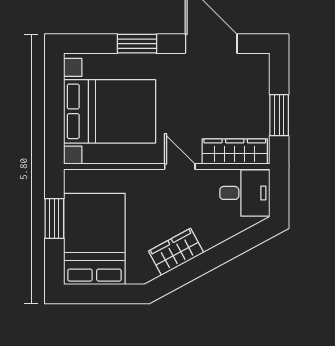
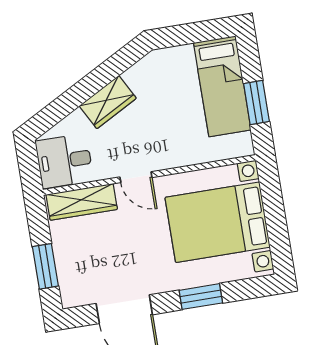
window: (279, 115) -> (45, 266), moved
bed: (94, 239) -> (222, 86), width x0.67
wardrobe: (176, 252) -> (108, 102), moved

